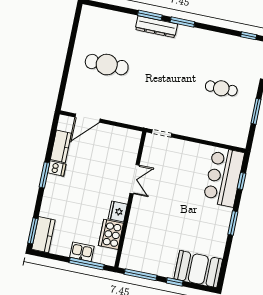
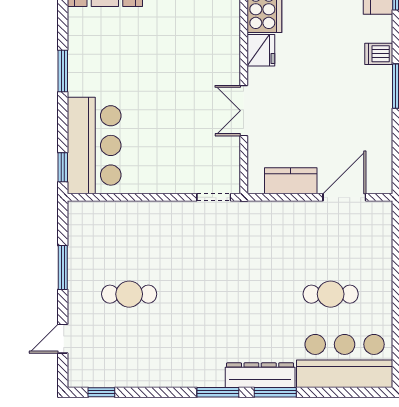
bar counter: (107, 25) -> (345, 361), added
cafe table: (107, 65) -> (331, 294), width x0.73, depth x0.74
kitchen counter: (61, 146) -> (291, 181), moved, turned 90
dishwasher: (57, 169) -> (379, 54), moved
window: (242, 181) -> (63, 167), moved

